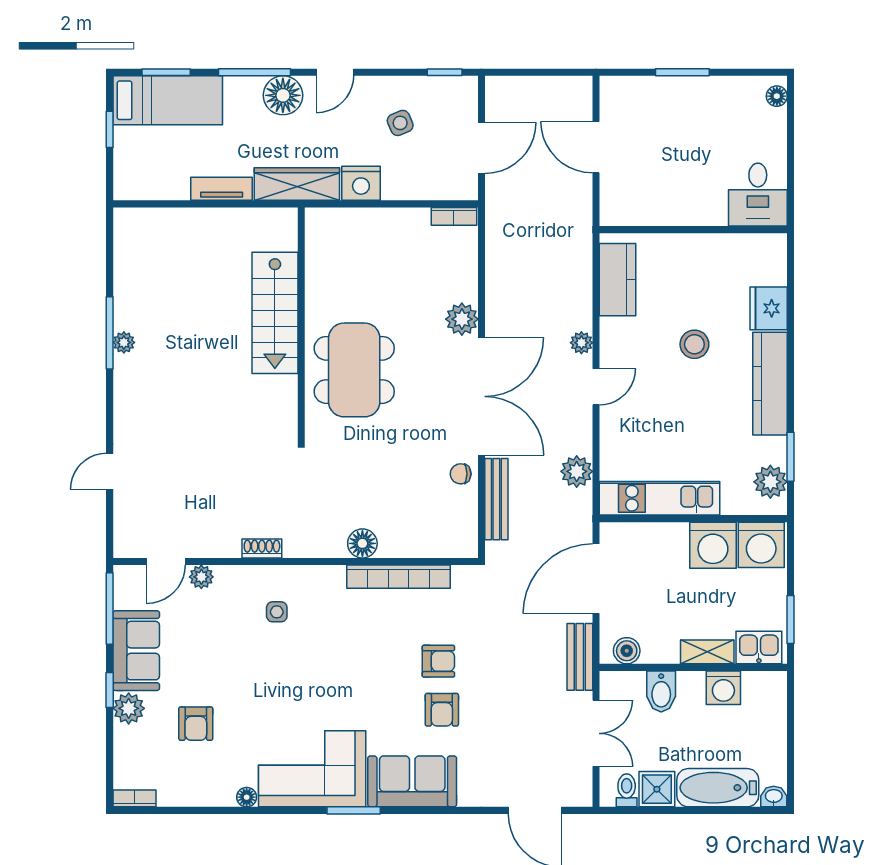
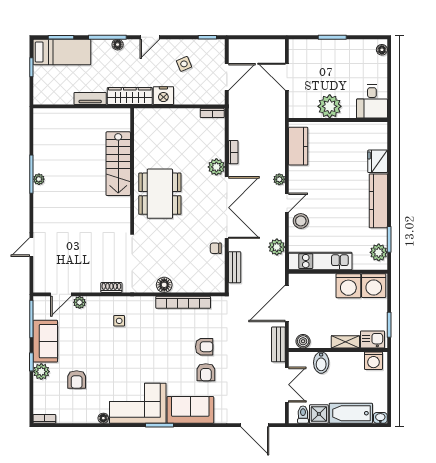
floor lamp: (283, 95) -> (118, 45), width x0.53, depth x0.53
plant: (677, 204) -> (330, 106), added
bookcase: (494, 291) -> (233, 152), added
stool: (694, 344) -> (301, 221), moved
bench: (496, 499) -> (235, 267), width x0.73
washing machine: (723, 688) -> (373, 361), moved

